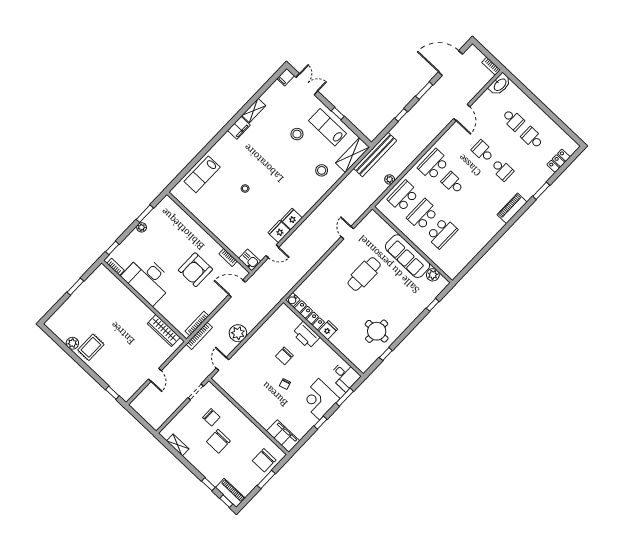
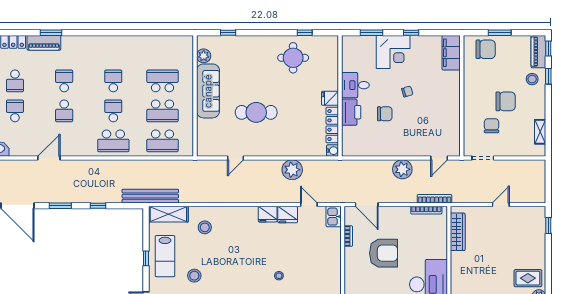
plant: (390, 179) -> (292, 170), moved, width x1.88, depth x1.88
school desk: (453, 183) -> (113, 111), turned 180
school desk: (472, 201) -> (113, 81), added
piano: (512, 208) -> (44, 43), moved
desk: (345, 376) -> (355, 85), moved, turned -90
stool: (216, 472) -> (532, 79), added

